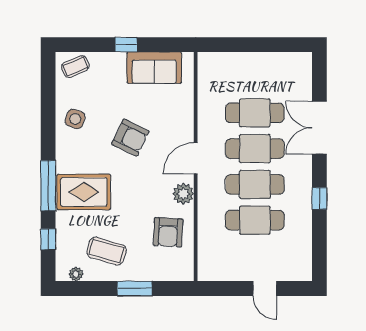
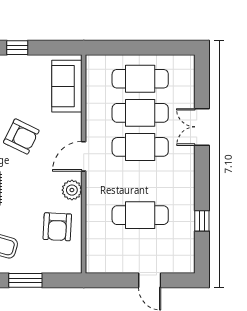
sofa: (154, 68) -> (67, 86), moved, turned 90
double door: (319, 128) -> (202, 127), width x0.73
cafe table: (255, 184) -> (140, 79), moved
window: (319, 198) -> (202, 221), moved

